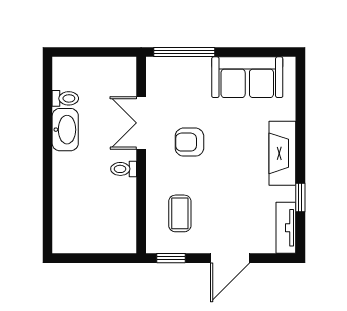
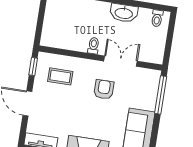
toilet: (65, 98) -> (157, 18), moved

